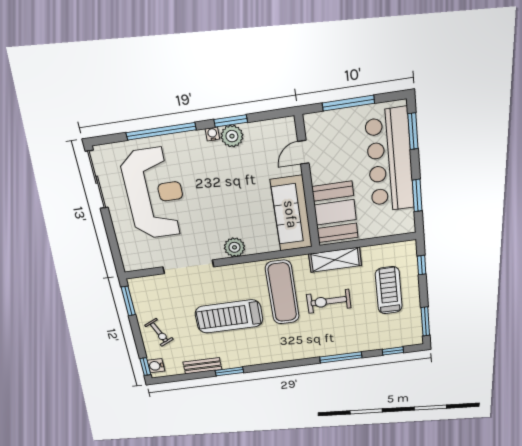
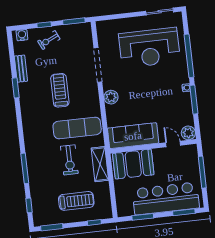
window: (231, 121) -> (194, 100), width x1.44
plant: (232, 136) -> (188, 133), moved
sliding door: (97, 180) -> (160, 12), width x0.73
exercise bike: (329, 301) -> (69, 160), turned 180
treadmill: (229, 316) -> (60, 90), width x0.73, depth x0.73
window: (145, 367) -> (44, 25), moved

